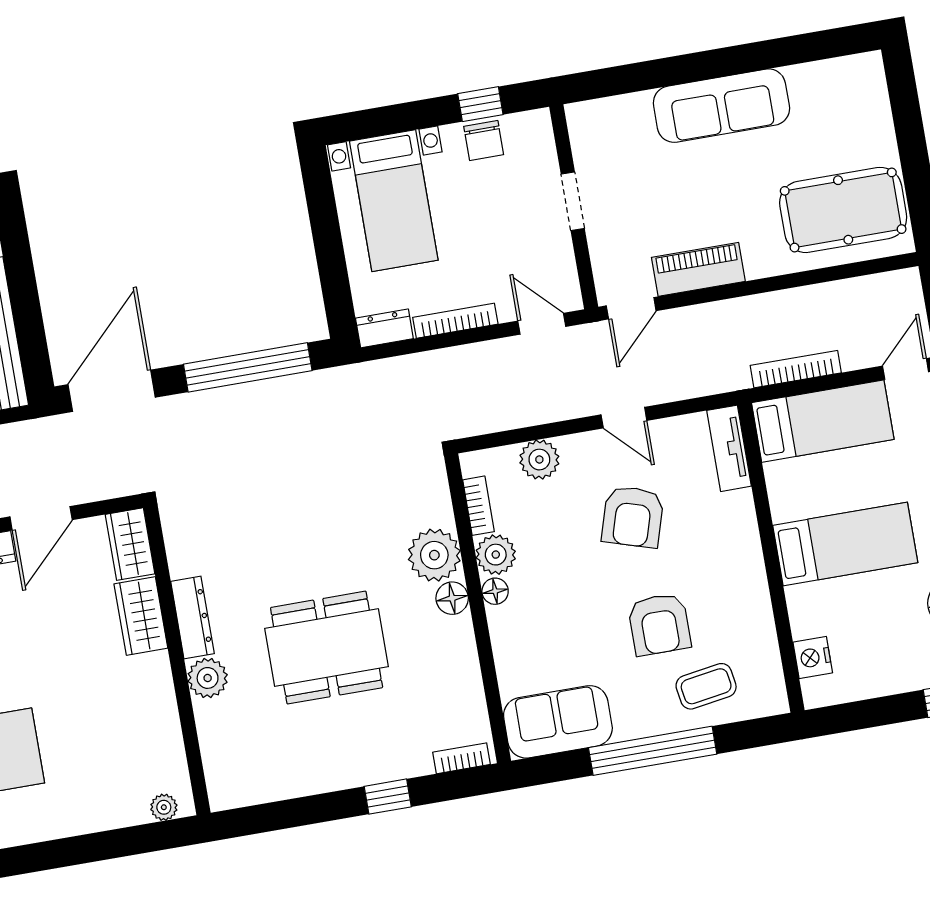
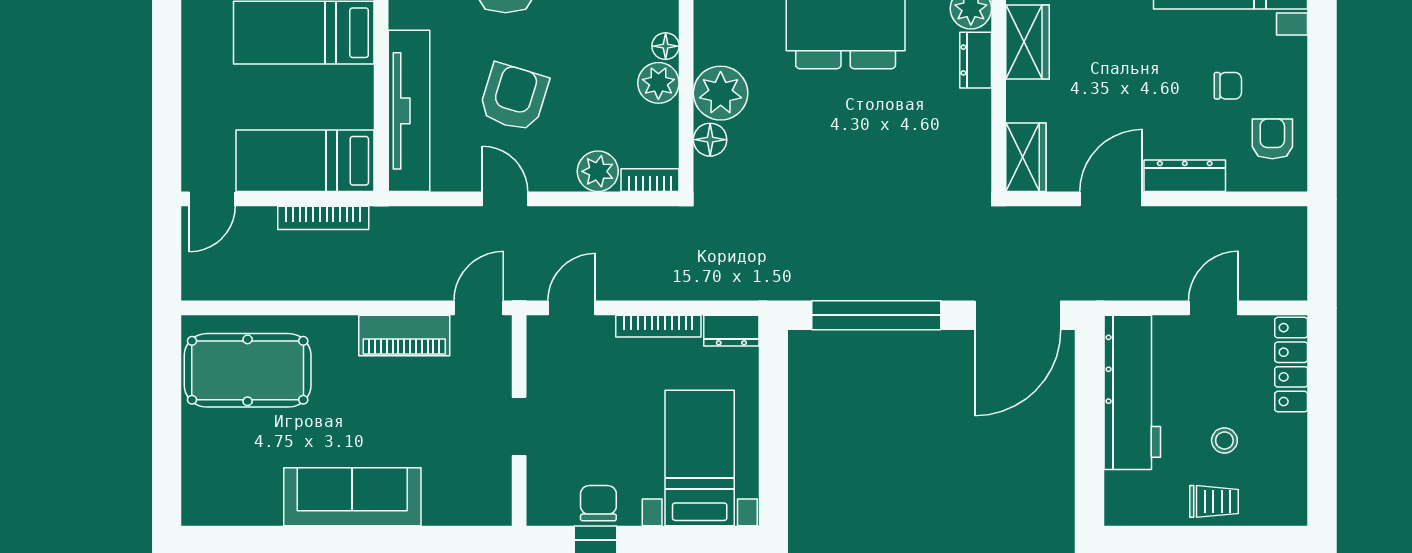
door: (542, 324) -> (572, 308), swing flipped
tv unit: (729, 448) -> (409, 111), width x1.92, depth x1.29
bookcase: (478, 506) -> (650, 180), moved, turned 90
floor lamp: (452, 598) -> (710, 140), moved
wardrobe: (141, 616) -> (1028, 42), moved
dresser: (192, 617) -> (976, 60), width x0.70

